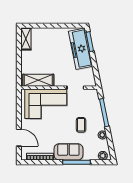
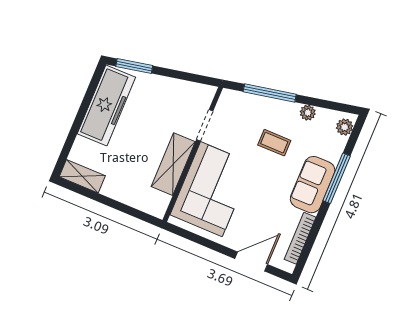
freezer: (81, 49) -> (106, 105), moved, turned -79
shelving: (38, 80) -> (173, 164), moved

